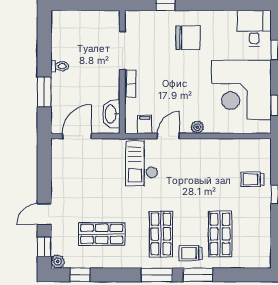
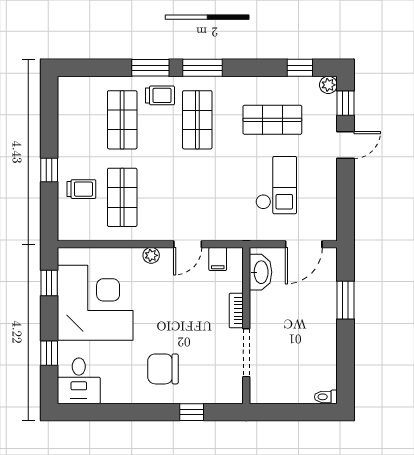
toilet: (60, 66) -> (326, 397), moved
checkout: (141, 163) -> (276, 185), moved
shop shelf: (220, 173) -> (122, 197), added

